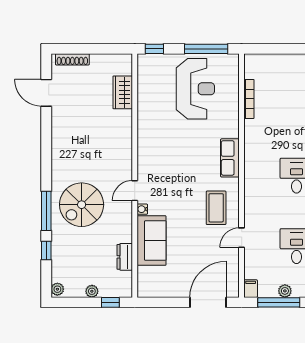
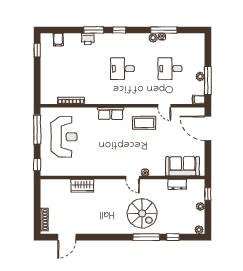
reception desk: (195, 89) -> (64, 137), turned 90
wardrobe: (123, 92) -> (82, 186), moved
sofa: (152, 241) -> (182, 166), moved

